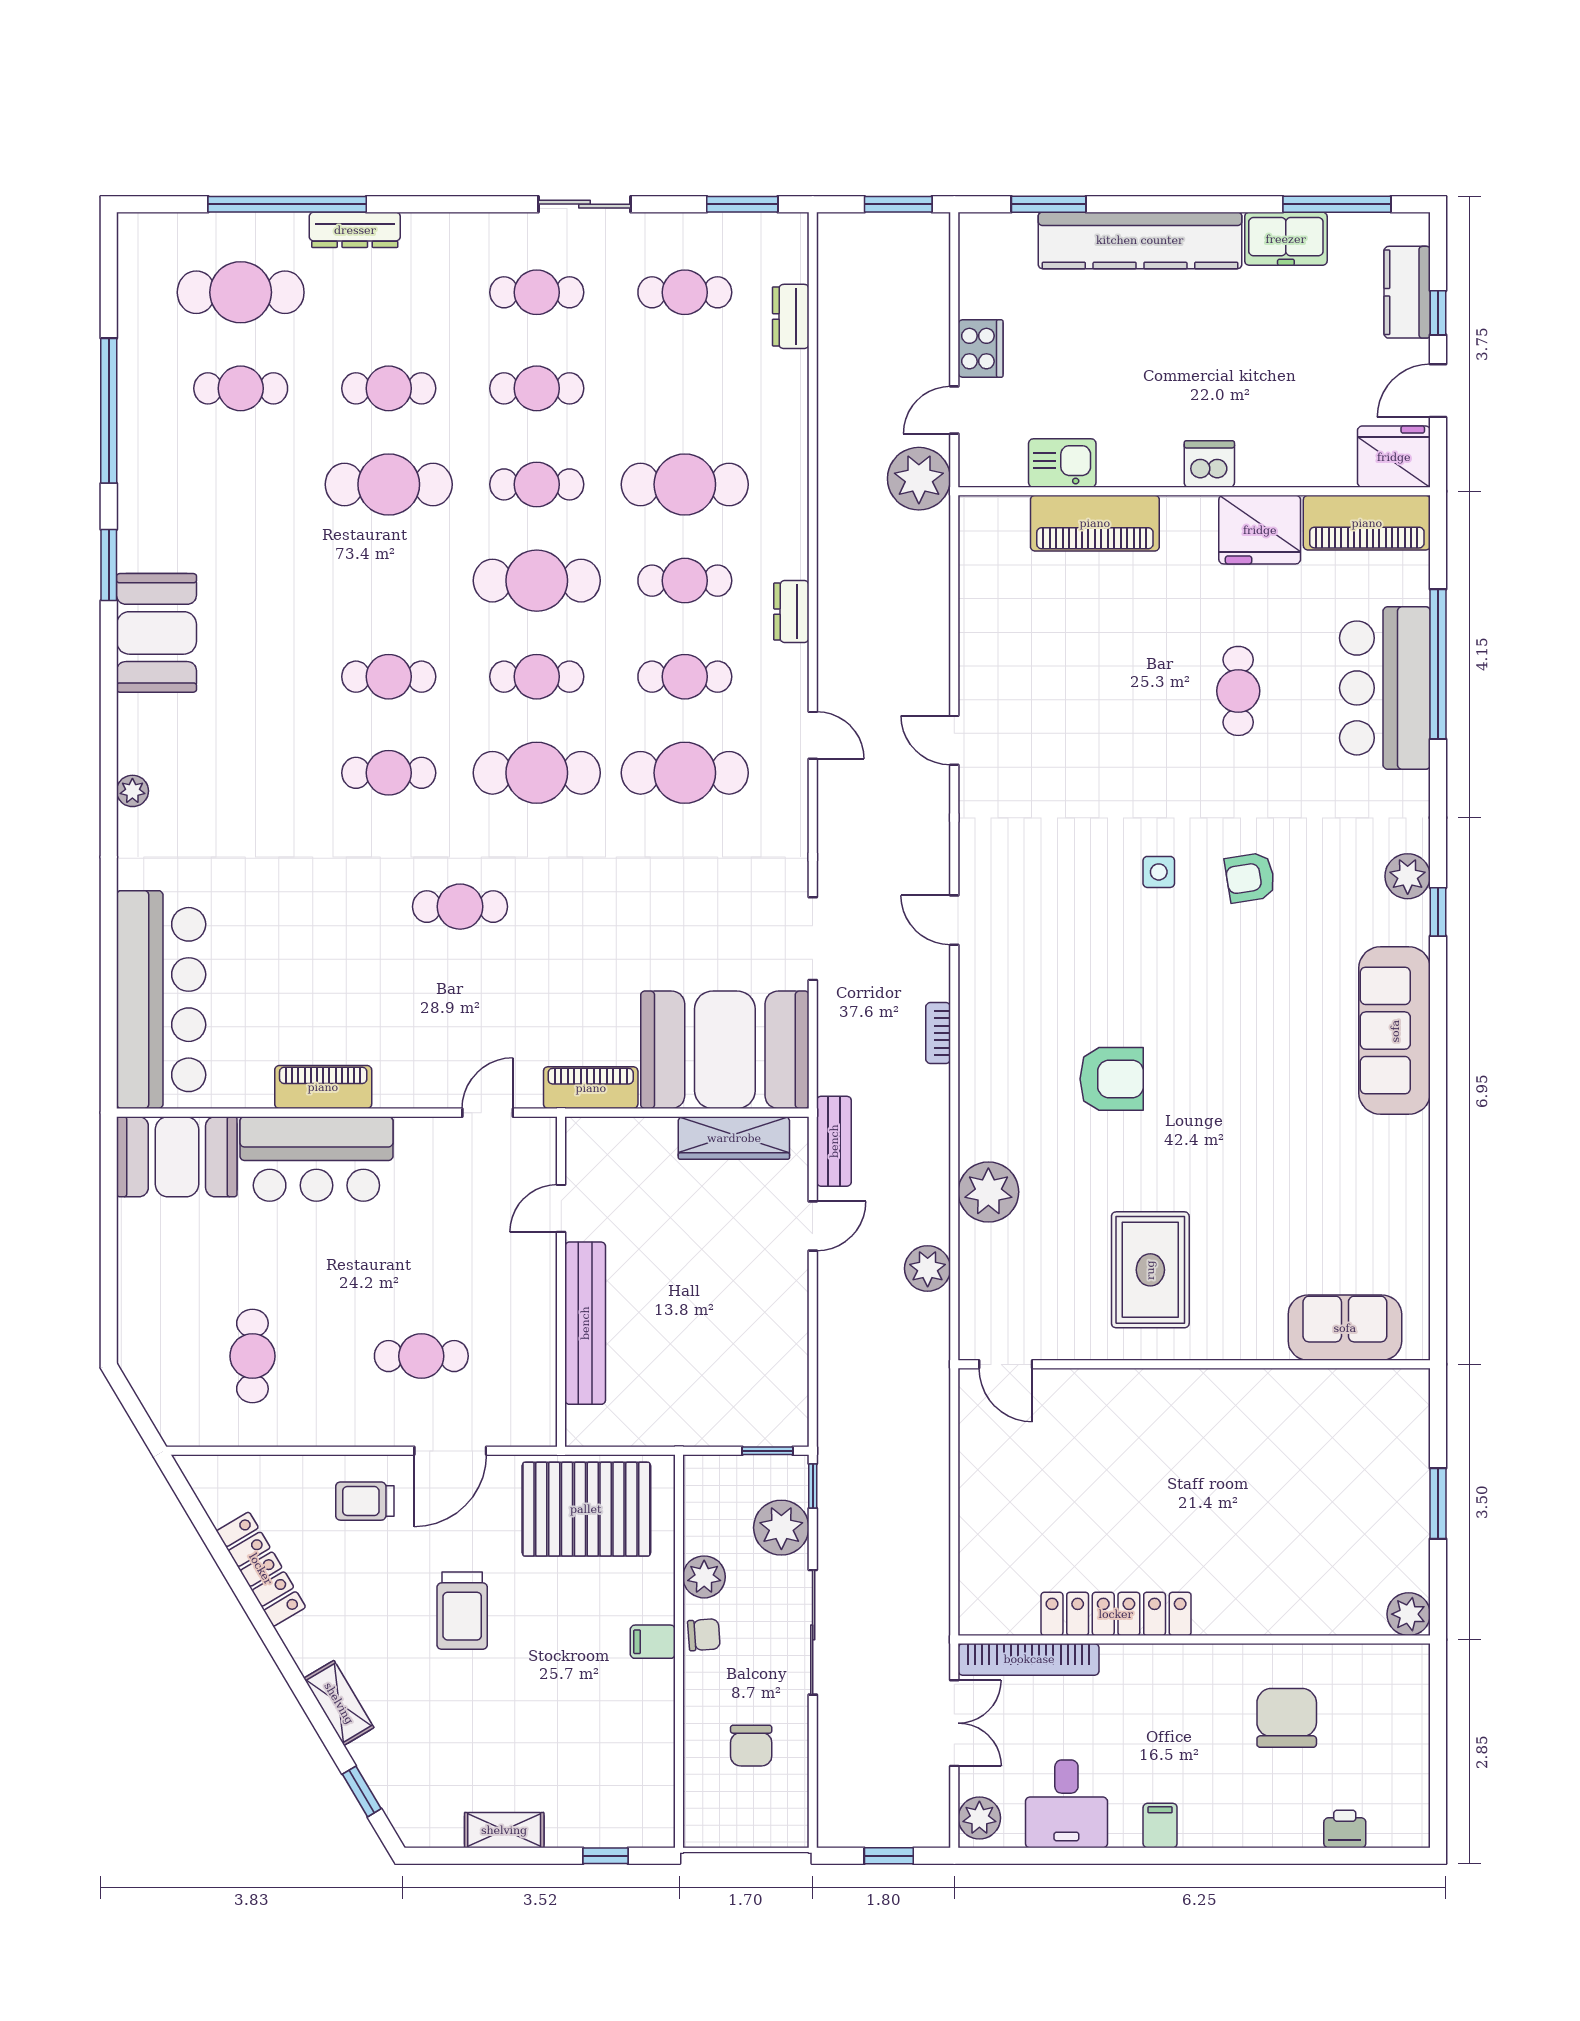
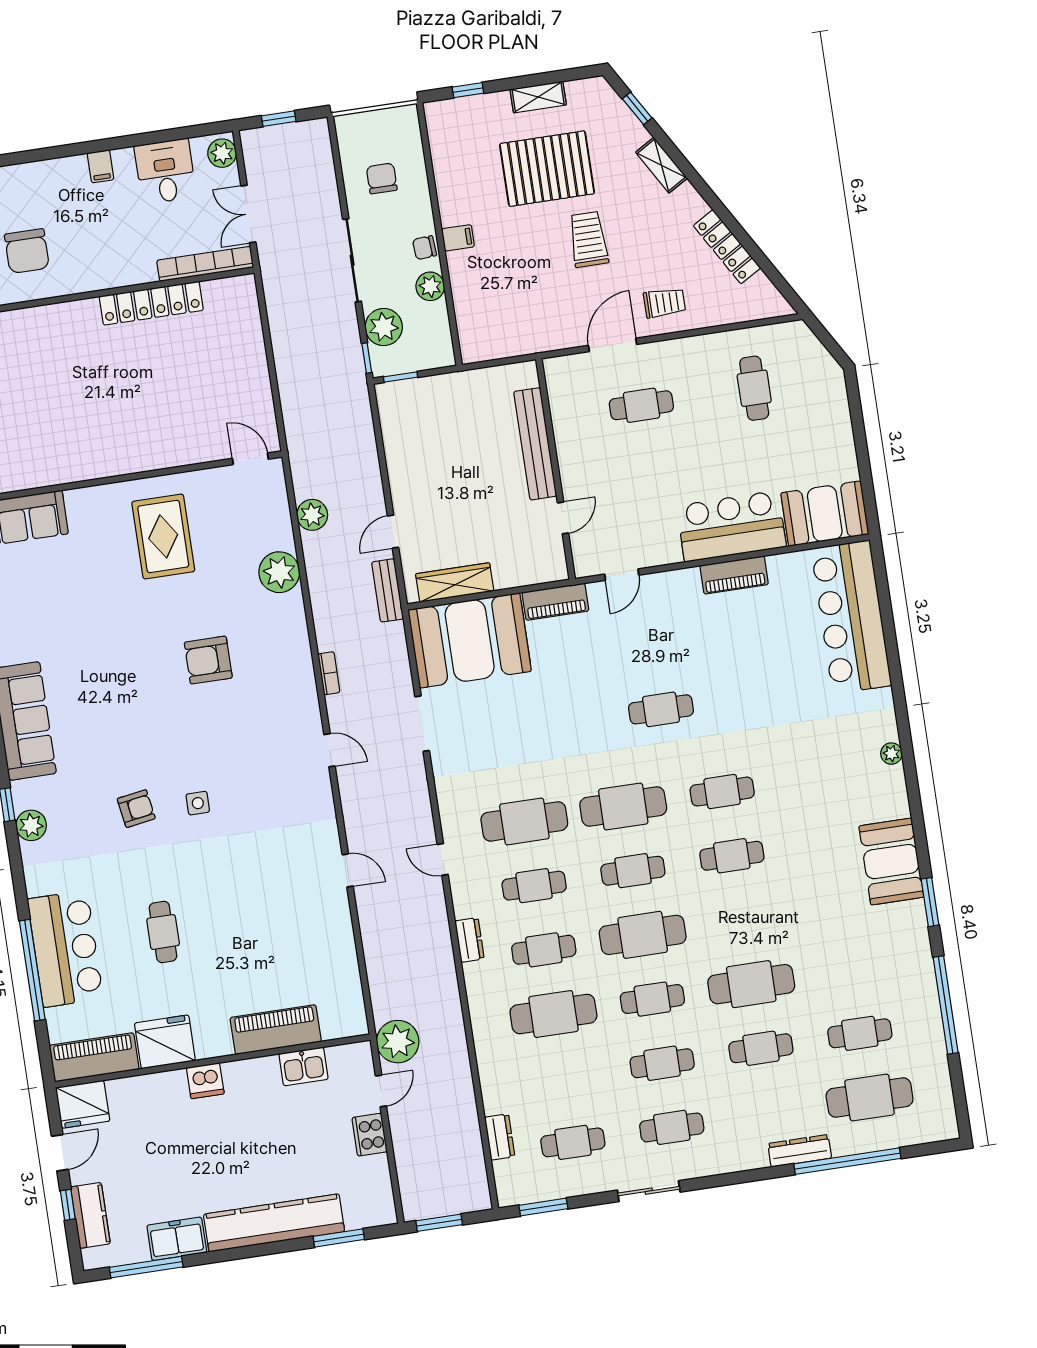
pallet: (586, 1509) -> (547, 169), moved

